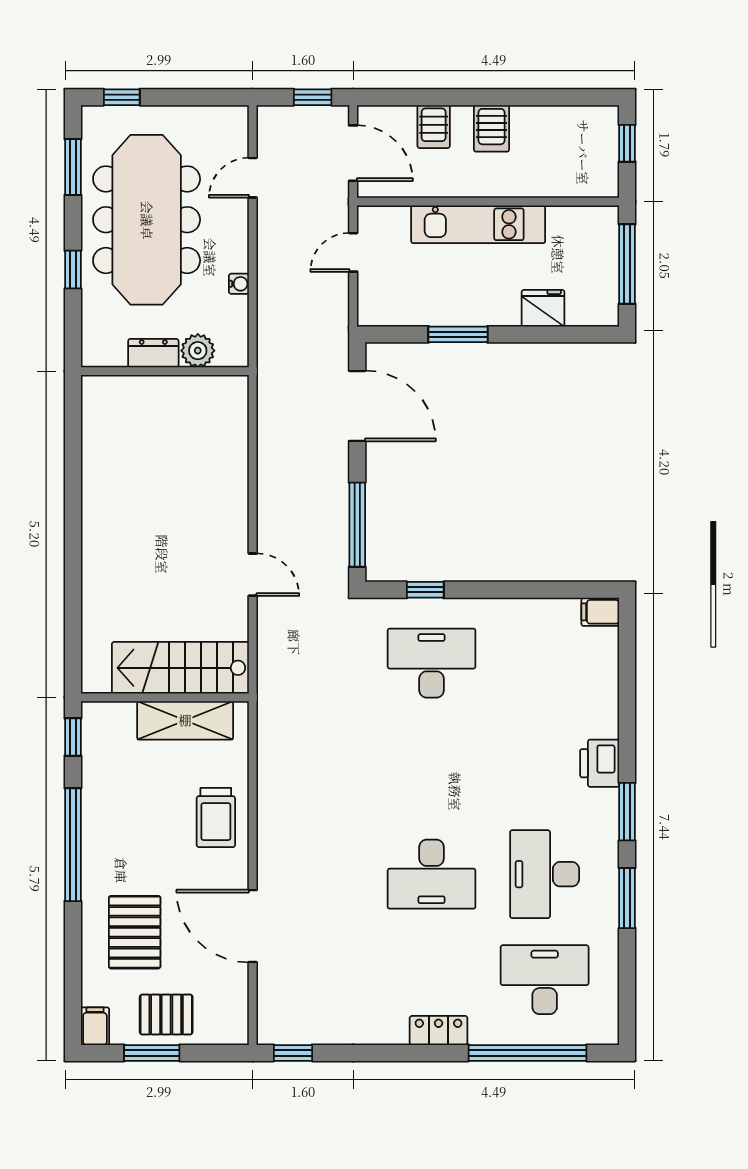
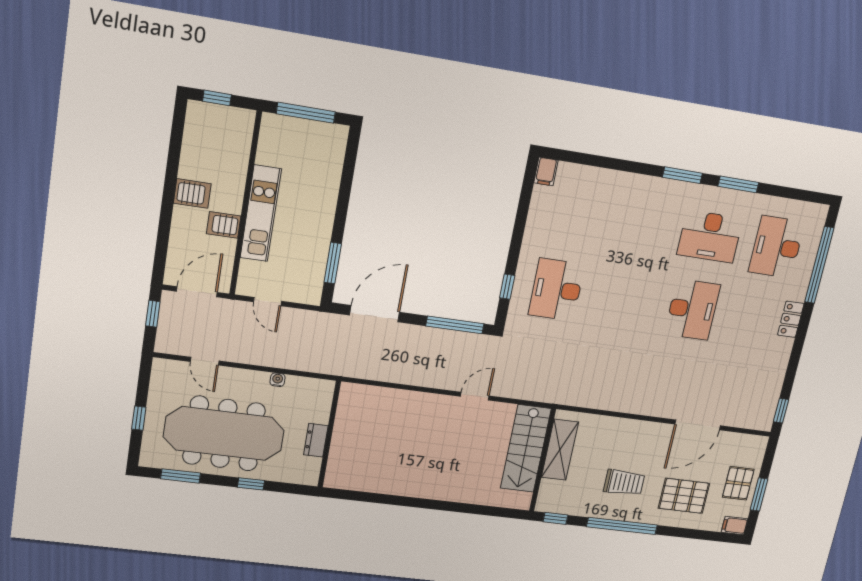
window: (122, 97) -> (139, 418), moved
server rack: (434, 127) -> (224, 225), moved, turned 180
fridge: (543, 308) -> (328, 177), removed
window: (458, 334) -> (333, 263), moved
plant: (198, 351) -> (319, 412), removed
printer: (600, 763) -> (647, 188), removed
trolley: (216, 817) -> (624, 482), moved

